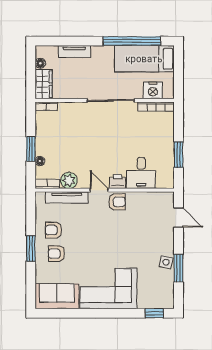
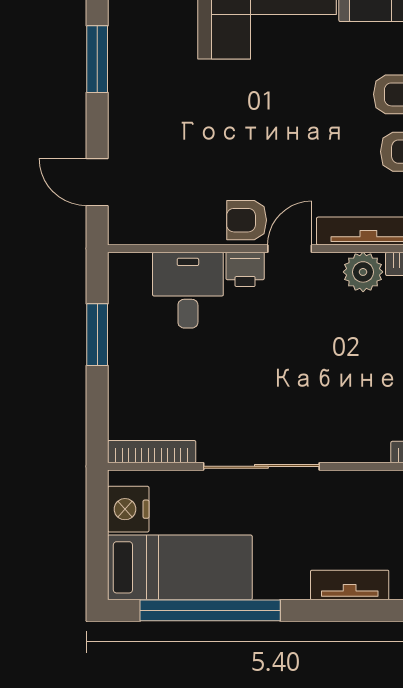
nightstand: (153, 90) -> (128, 509), moved, turned -90
door: (99, 190) -> (290, 249), swing flipped
side table: (166, 262) -> (128, 74), removed

